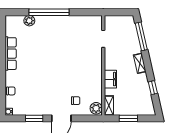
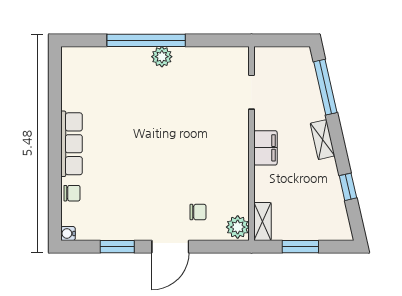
plant: (29, 21) -> (162, 57), moved
row of seats: (11, 54) -> (72, 144), moved
filing cabinet: (110, 79) -> (265, 148), moved

